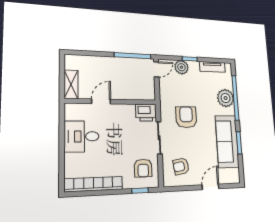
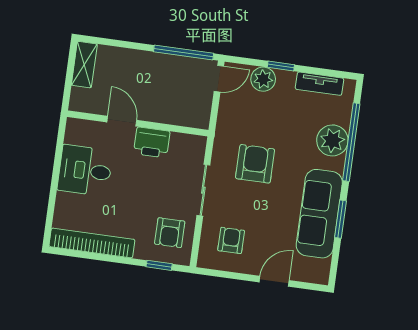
shelving: (71, 84) -> (84, 65), moved
door: (101, 101) -> (122, 121), hinge flipped
printer: (146, 113) -> (152, 142), moved
armchair: (181, 166) -> (231, 240), turned 100

